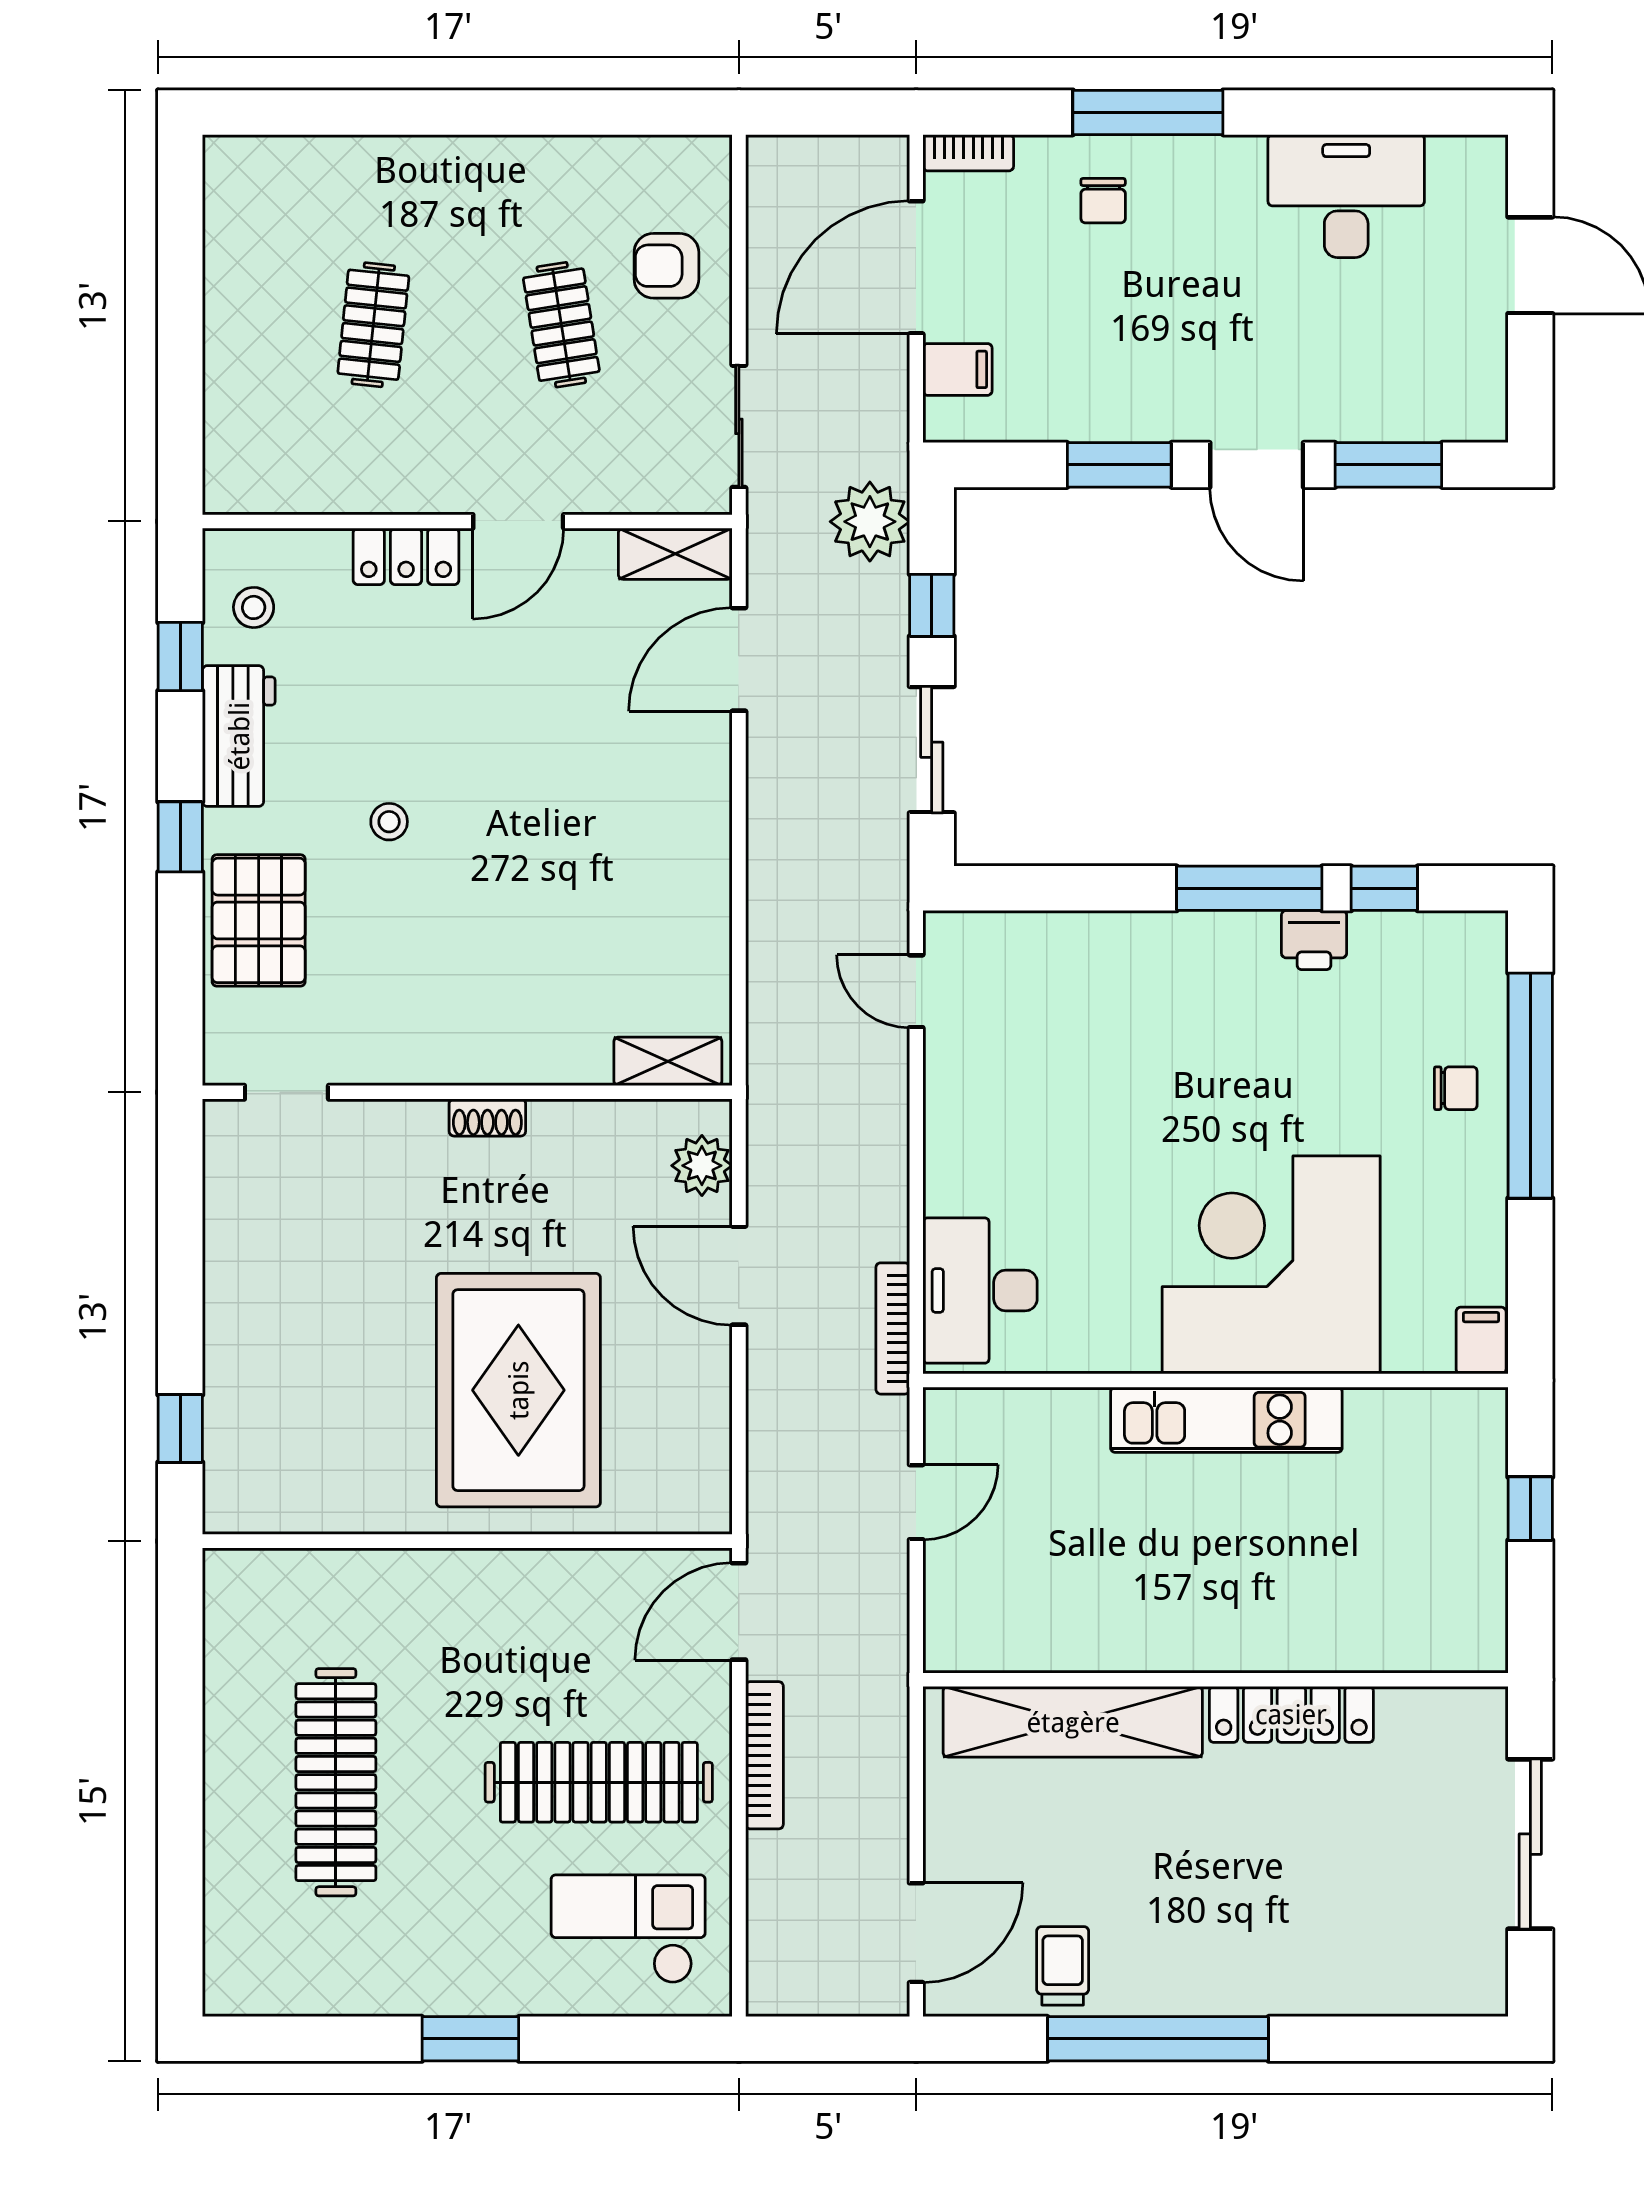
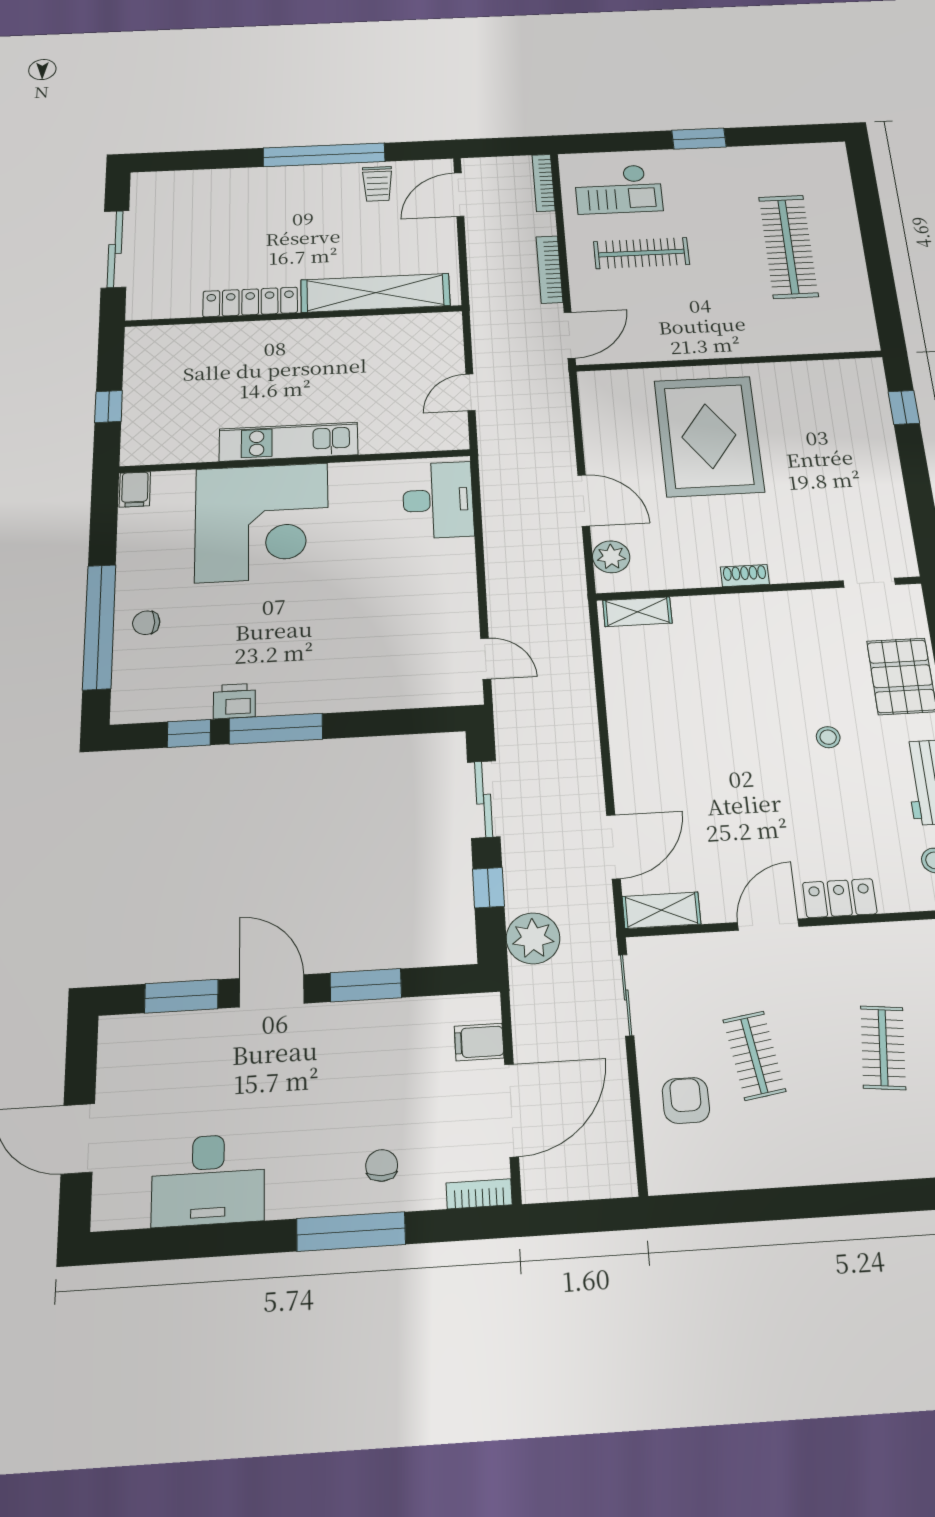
armchair: (666, 266) -> (686, 1100), turned -90
bookcase: (893, 1328) -> (544, 183), moved, turned 180
clothes rail: (599, 1782) -> (641, 253), width x0.73, depth x0.76

